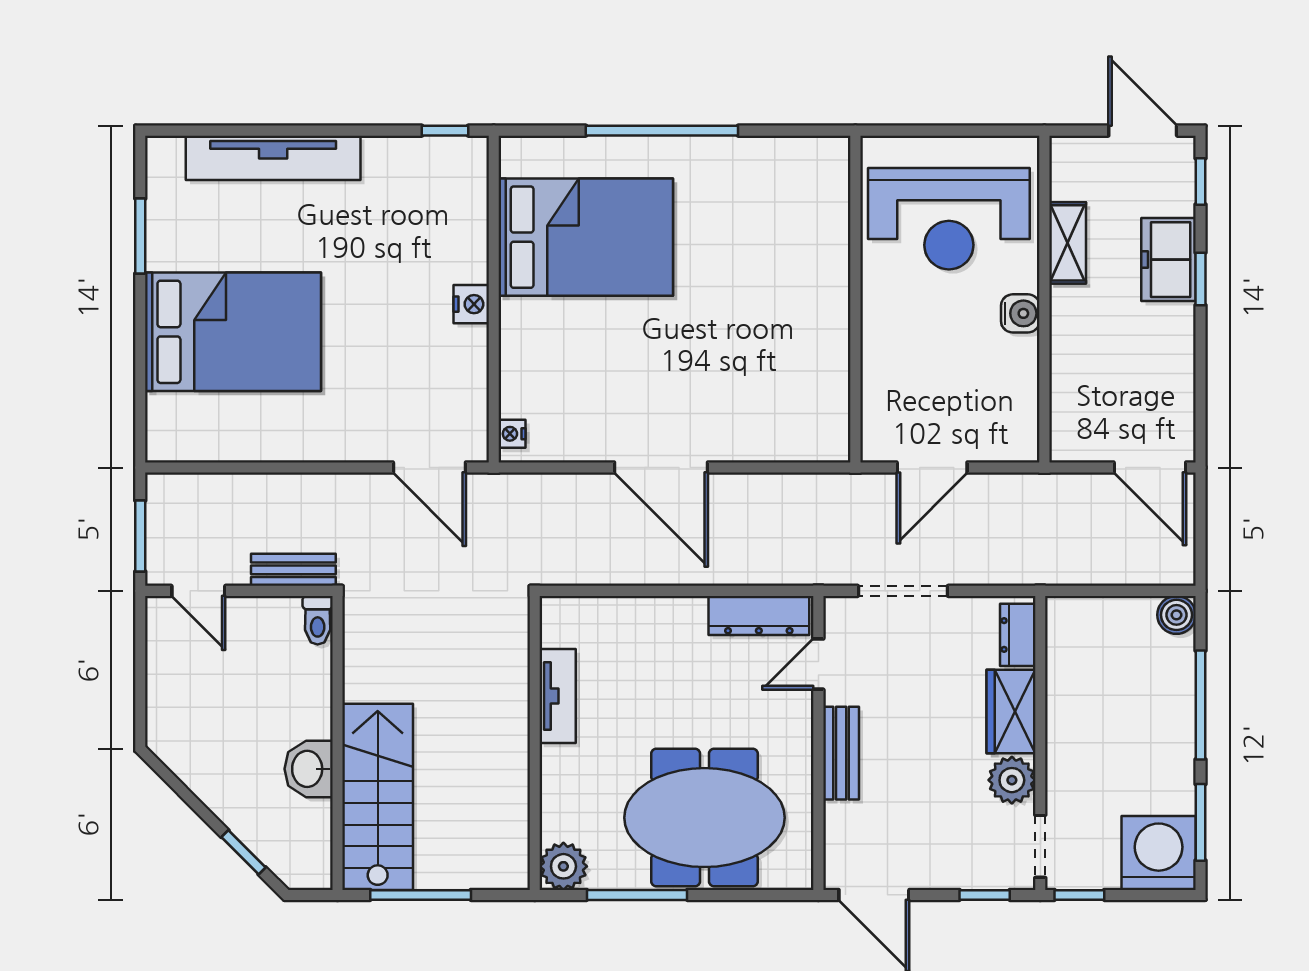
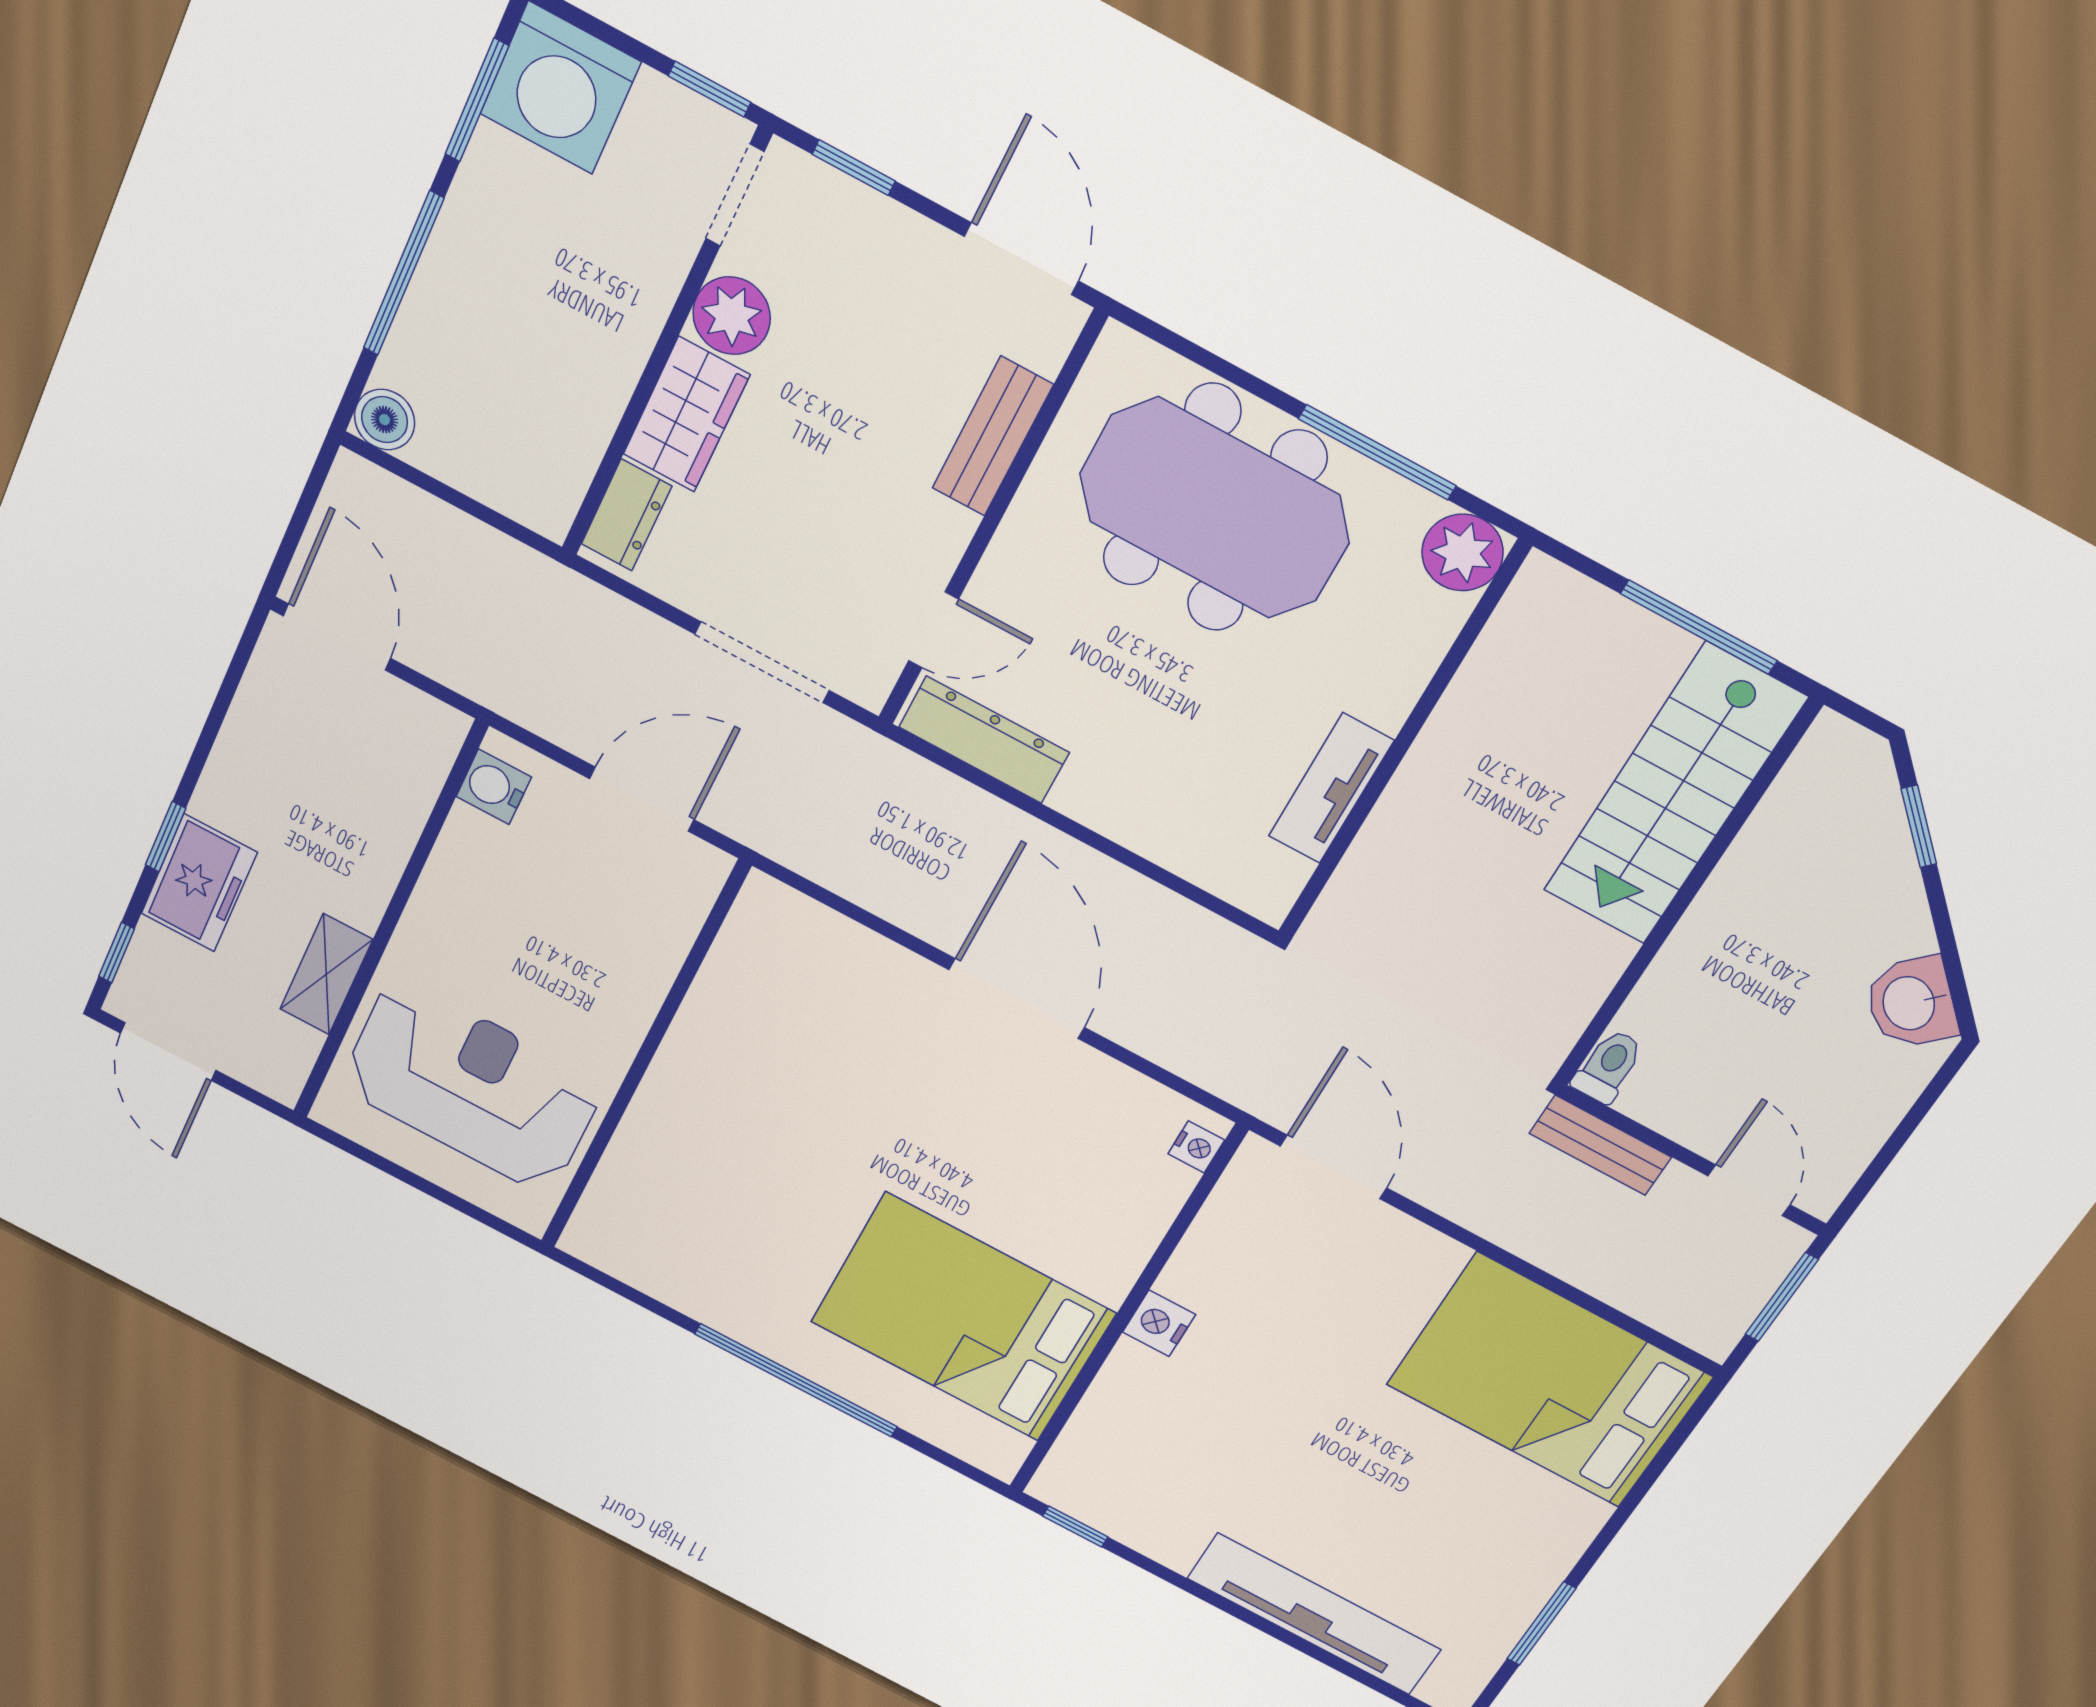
water cooler: (1020, 313) -> (494, 787), moved
bed: (233, 332) -> (1549, 1381), moved
bench: (841, 753) -> (993, 436), moved
washbasin: (309, 769) -> (1911, 1003), moved, turned 135

